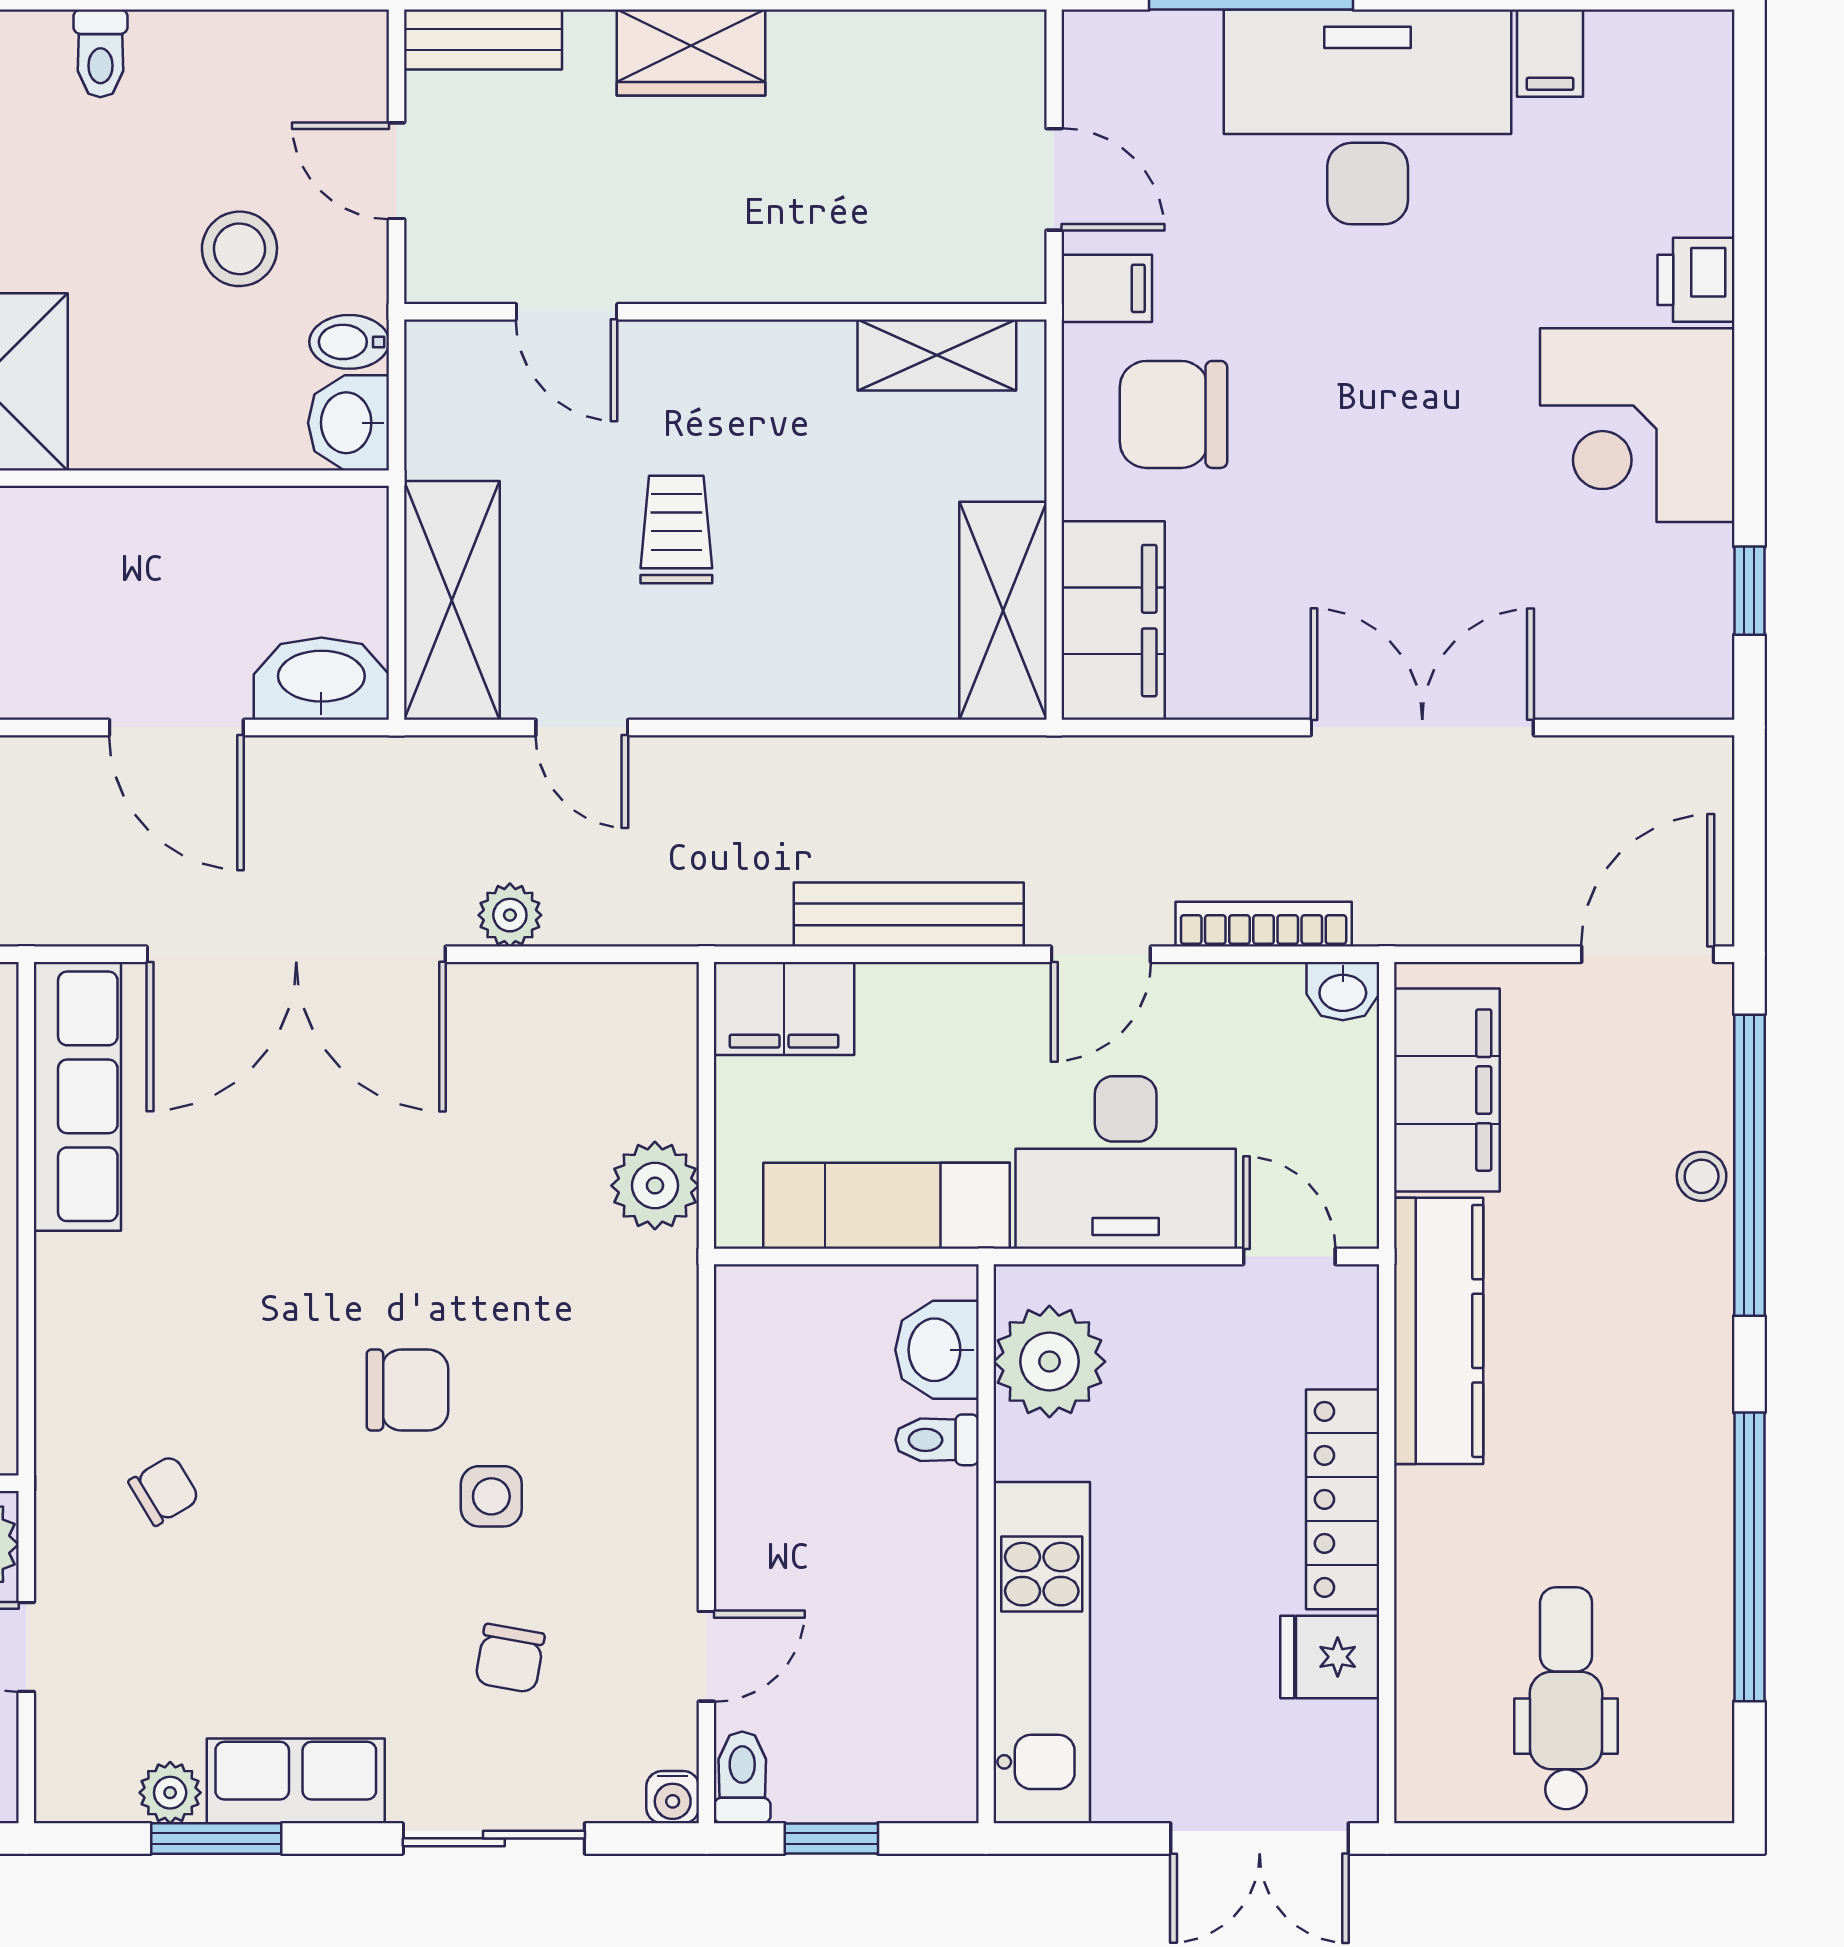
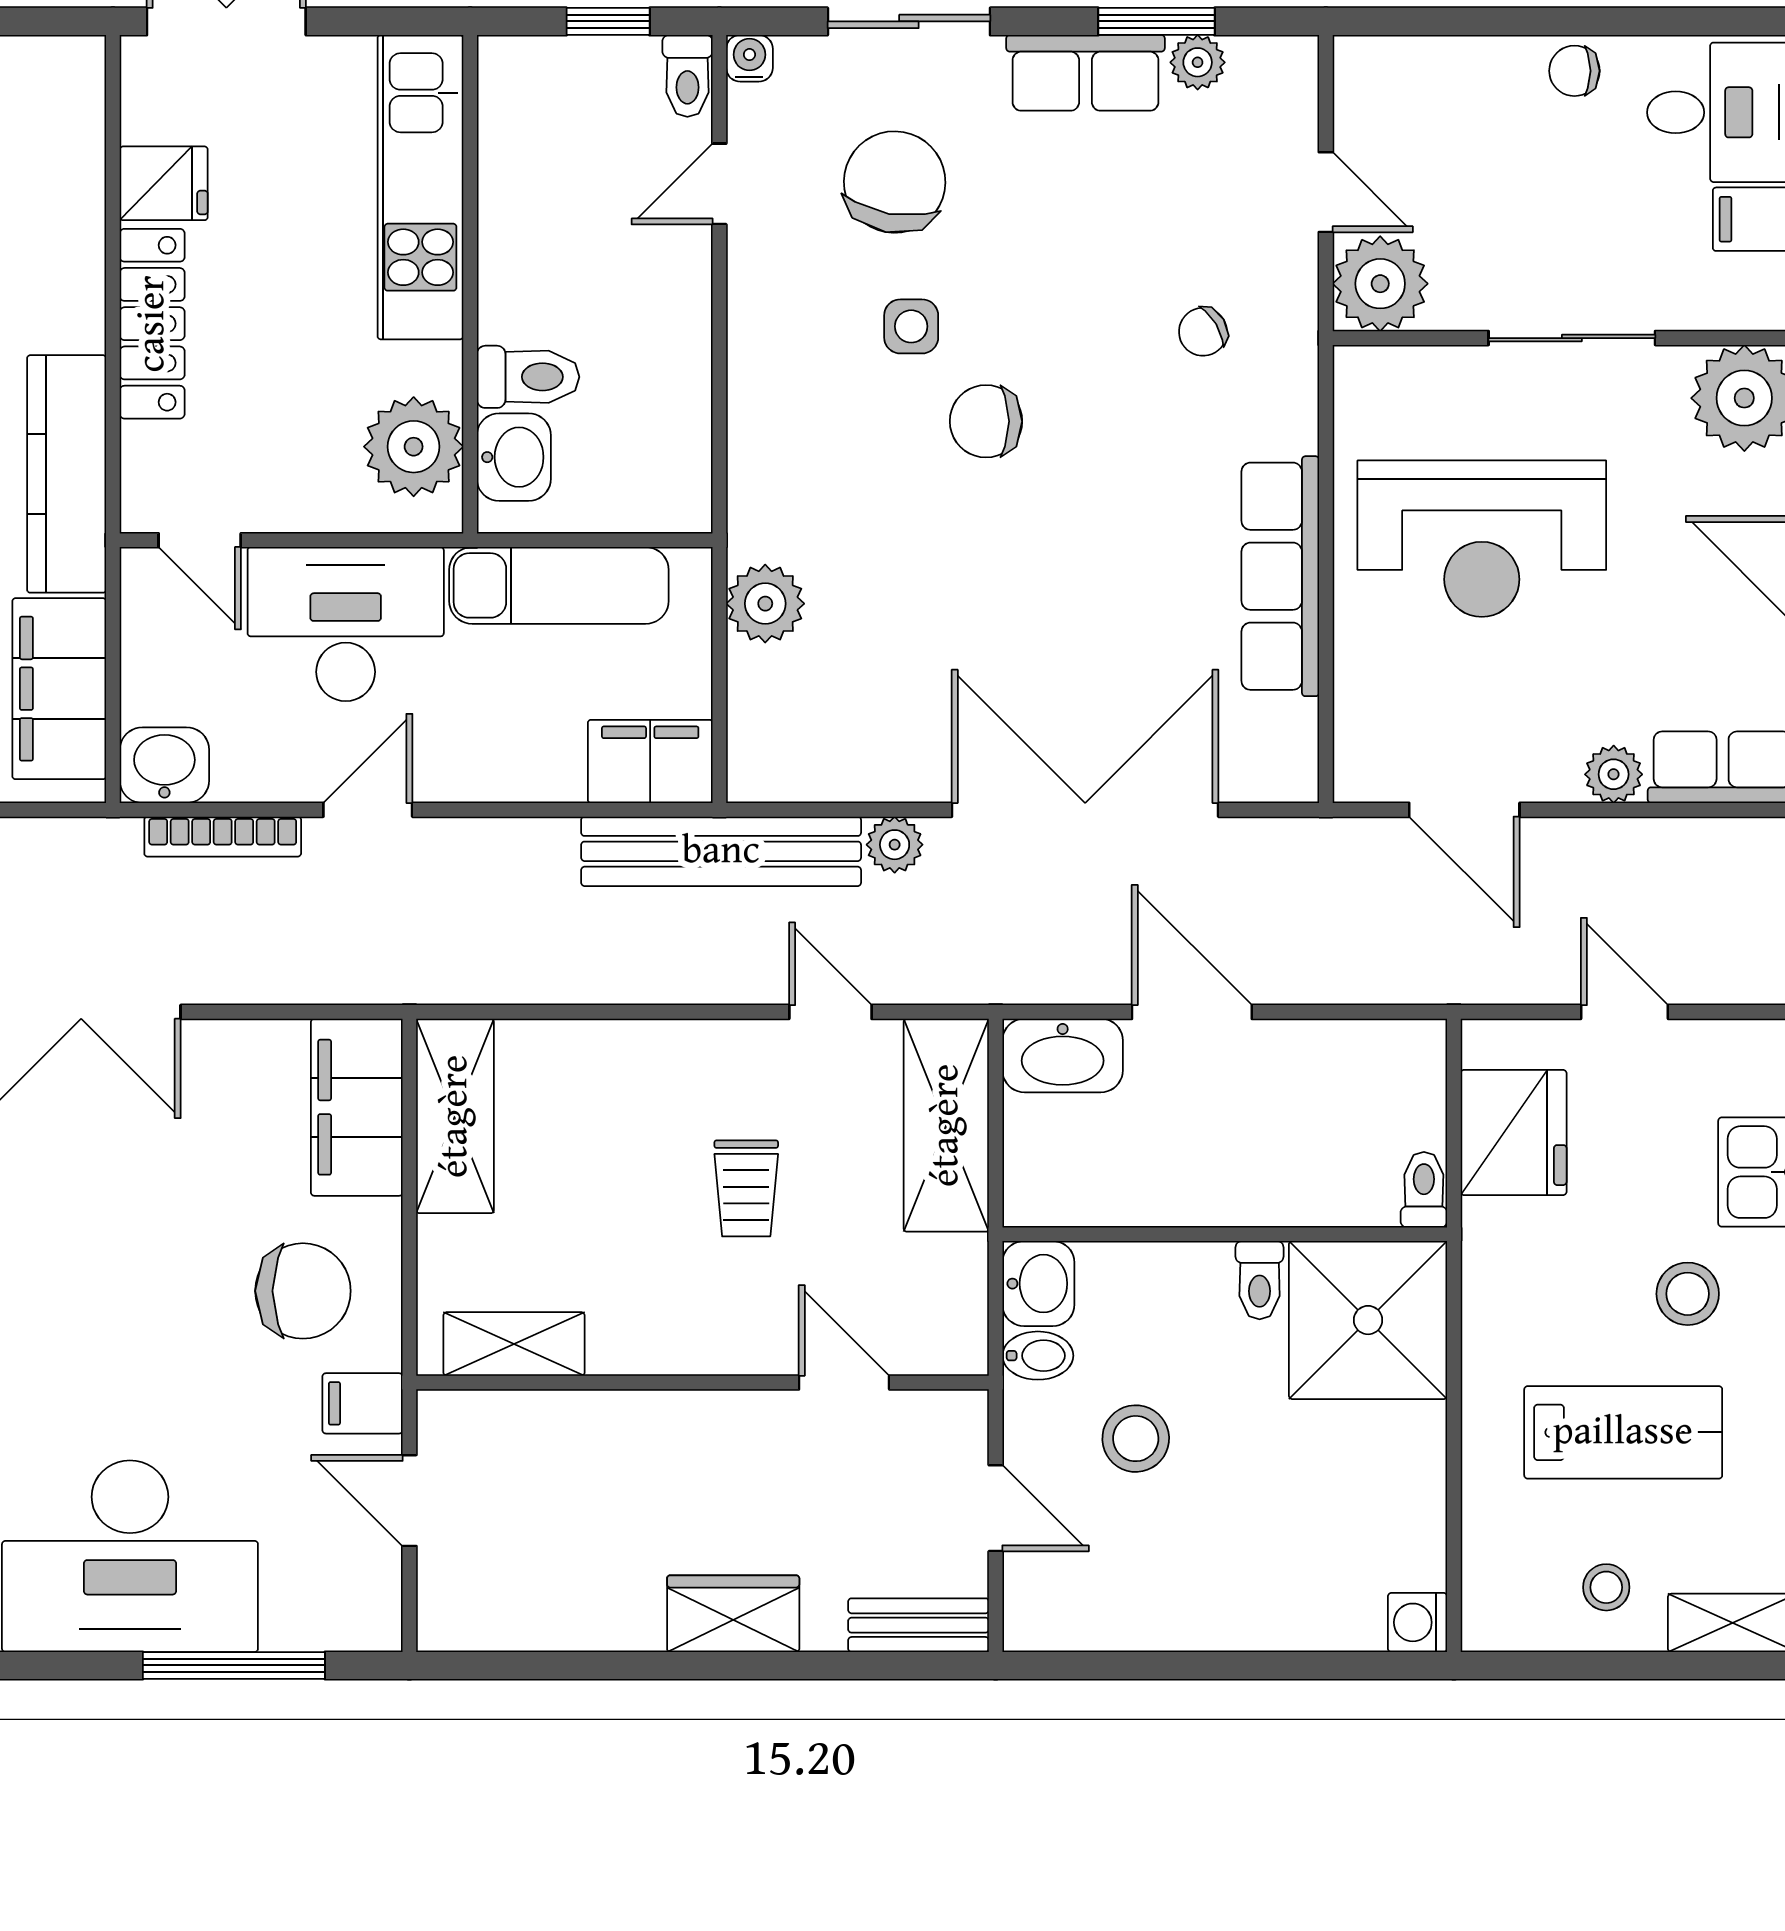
toilet: (100, 53) -> (1260, 1280), moved, turned 180
bench: (909, 914) -> (721, 851), moved, width x1.37, depth x1.21
washbasin: (1343, 991) -> (164, 765), width x1.38, depth x1.45
row of seats: (77, 1096) -> (1280, 576), moved
toilet: (937, 1440) -> (528, 377), width x1.37, depth x1.39
chair: (510, 1658) -> (895, 182), width x1.87, depth x1.87

